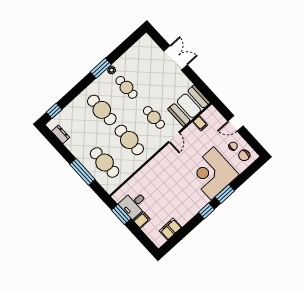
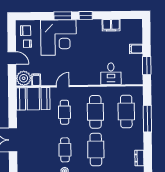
plant: (211, 115) -> (24, 78), added
desk: (134, 204) -> (111, 74), moved, turned 90
filing cabinet: (170, 229) -> (111, 25), moved

